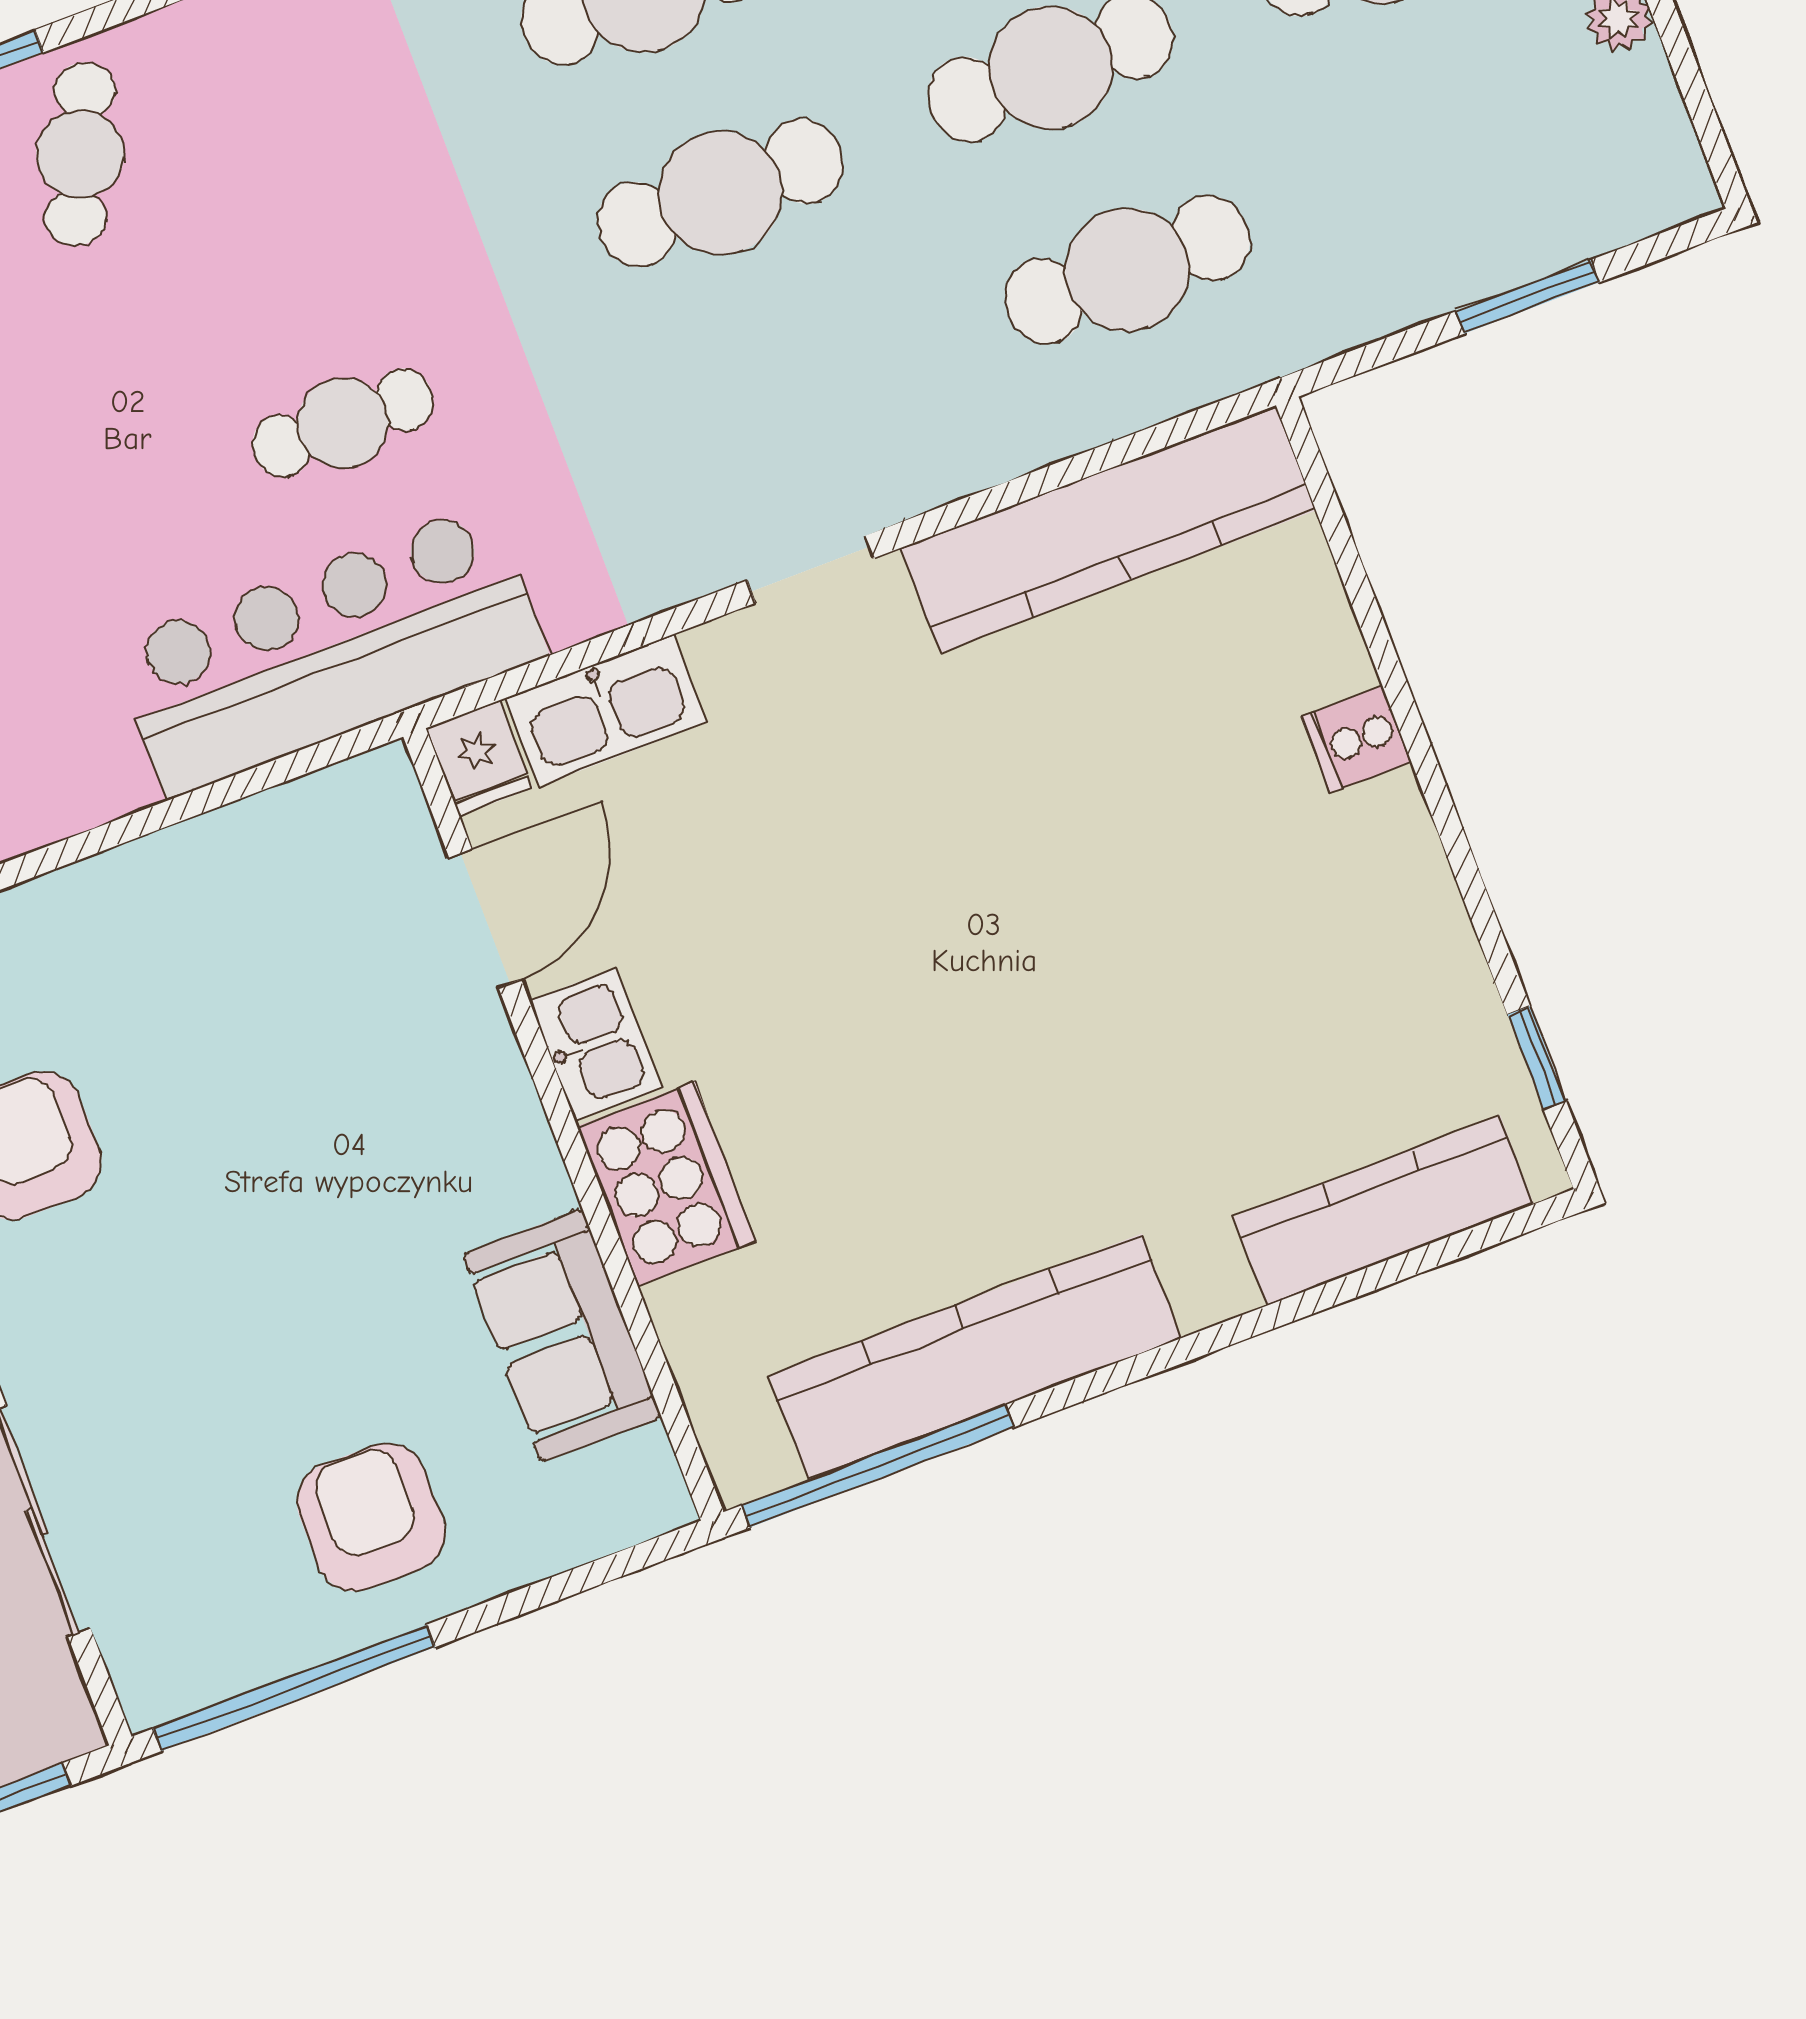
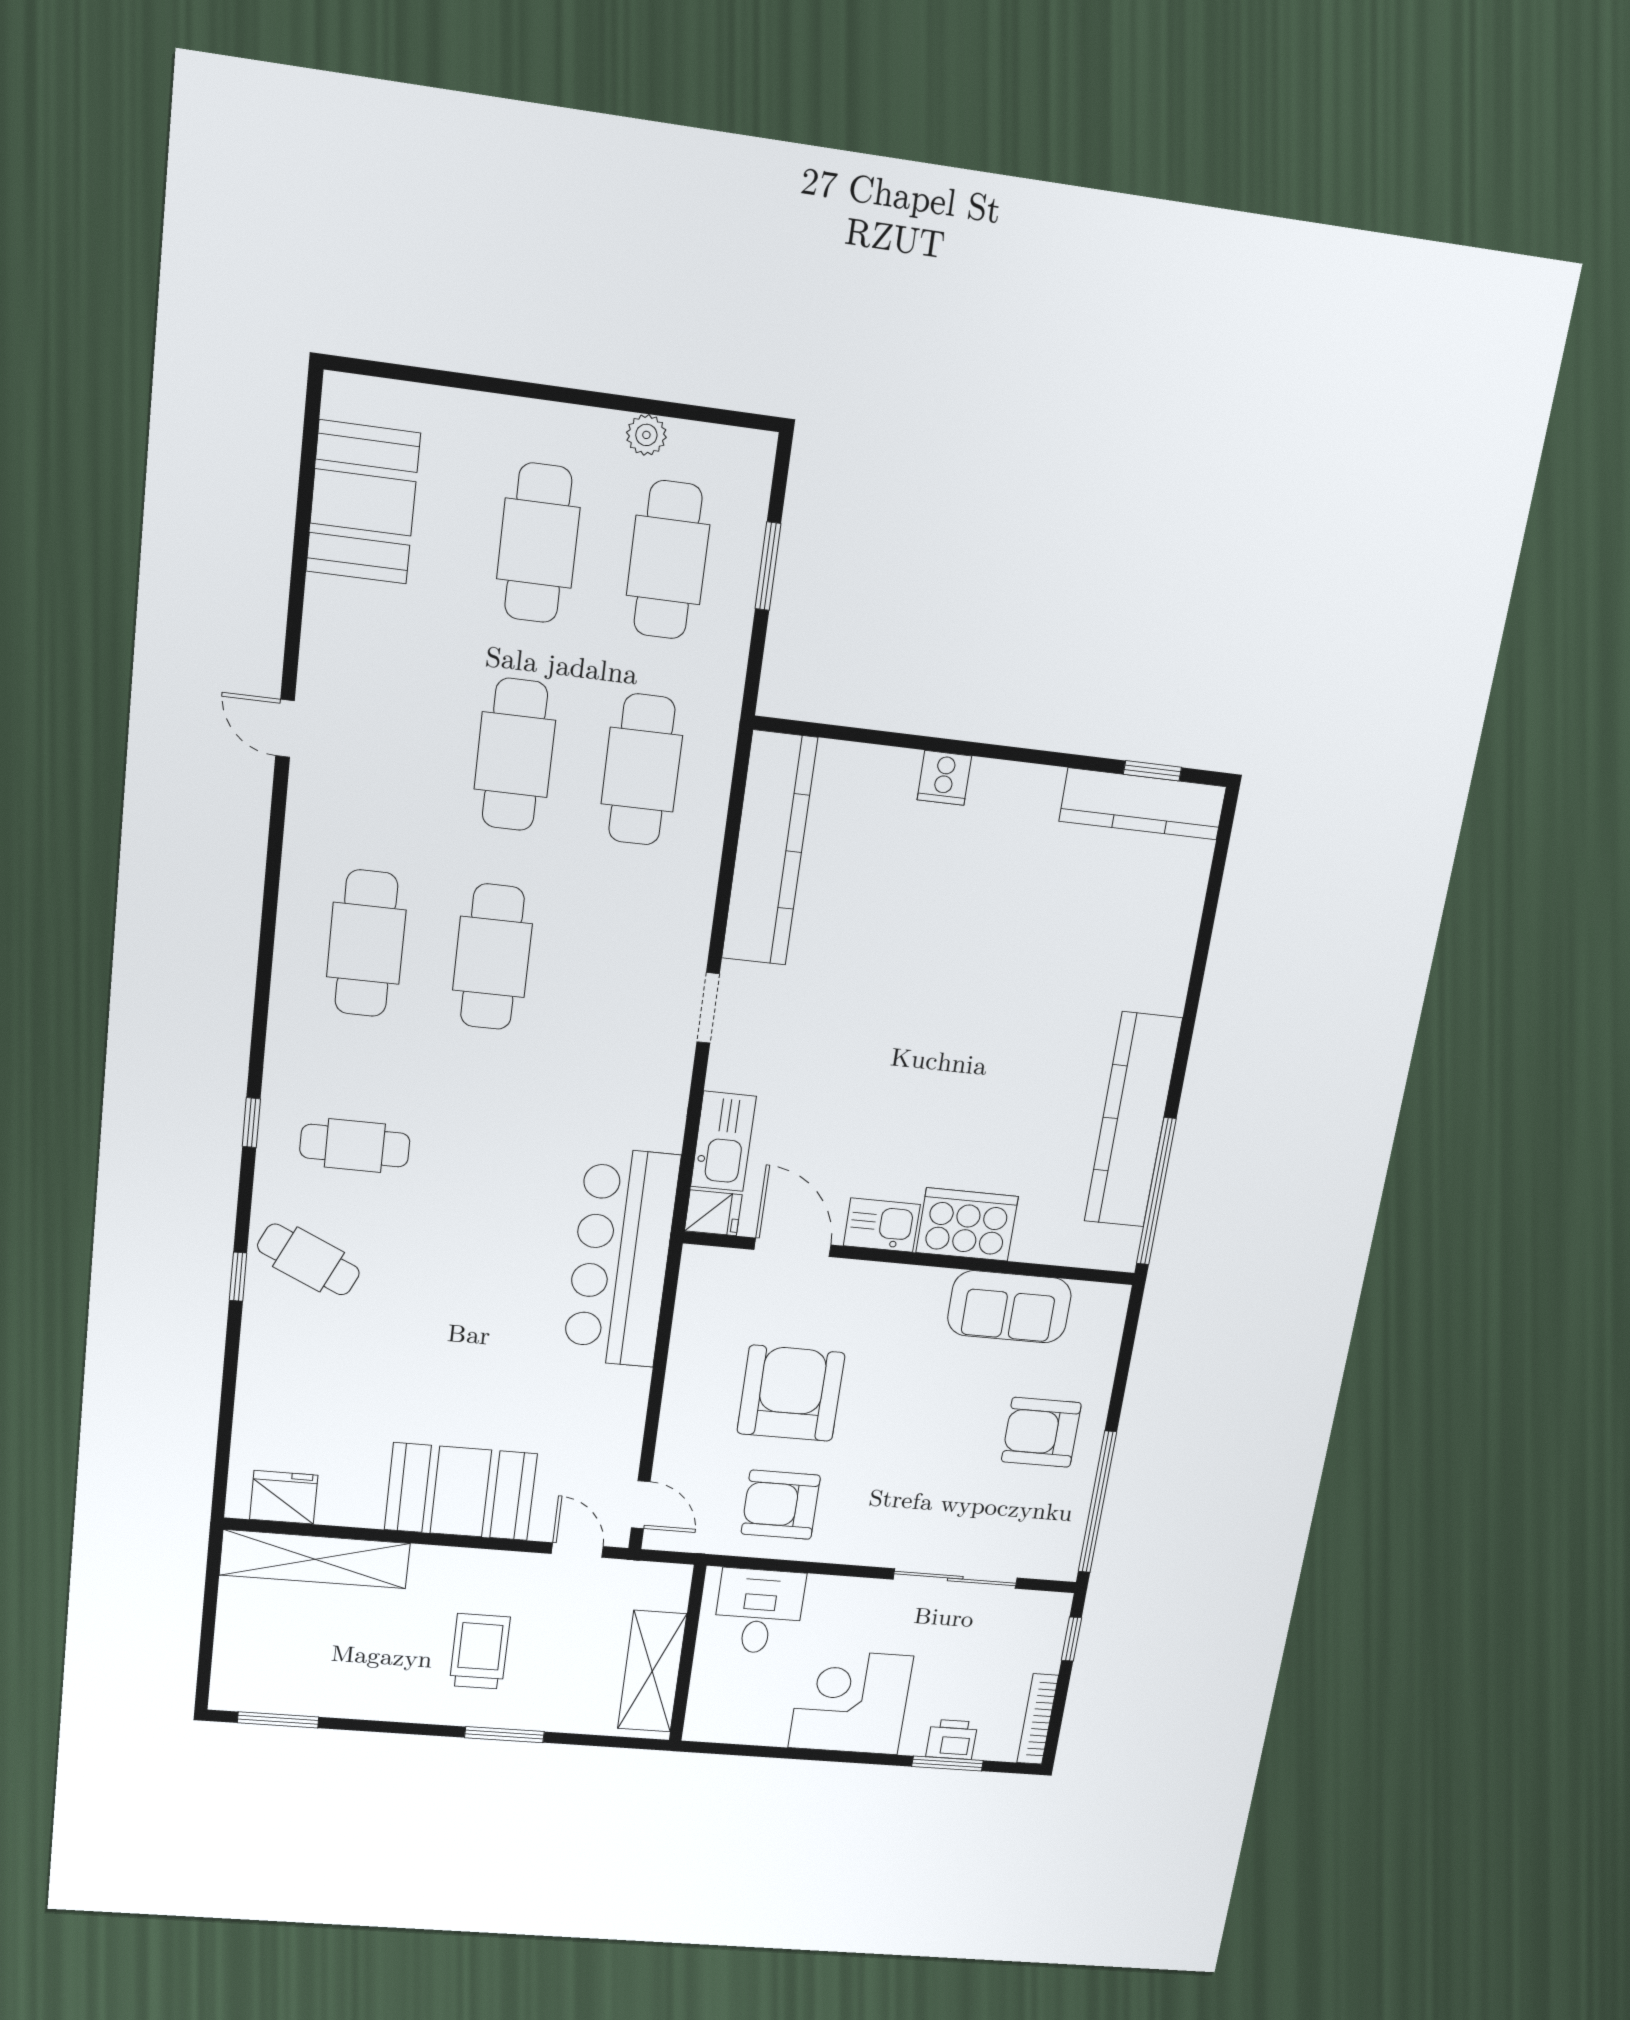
cafe table: (1458, 144) -> (668, 560), added
cafe table: (343, 423) -> (355, 1146), moved, turned 90
armchair: (233, 1054) -> (791, 1393), added
kitchen counter: (1384, 1211) -> (1143, 804), moved, turned -90

